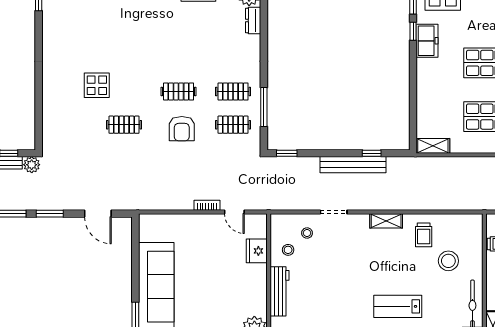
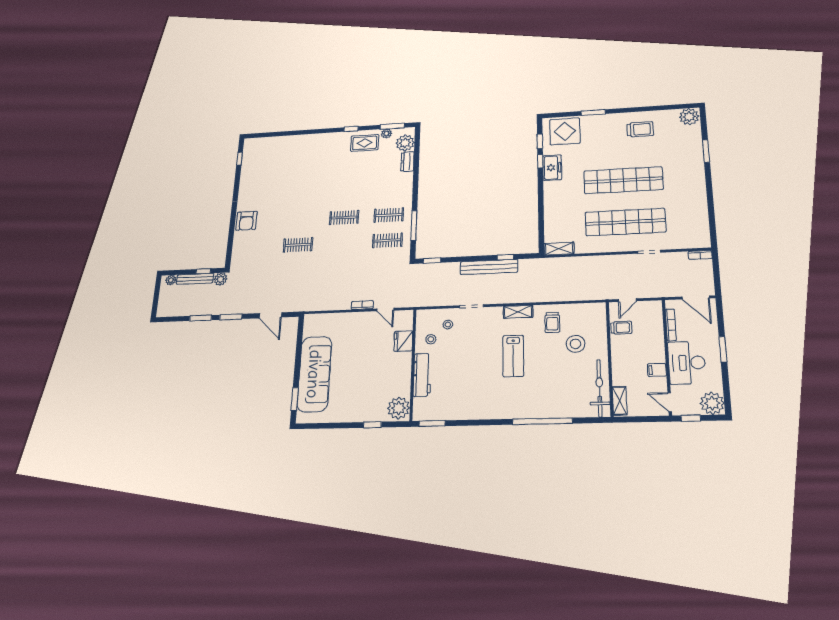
display table: (97, 85) -> (279, 216), removed
armchair: (182, 129) -> (246, 221), moved
lab bench: (398, 306) -> (513, 356), moved, turned -90

